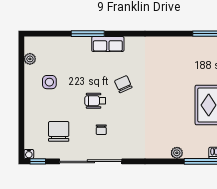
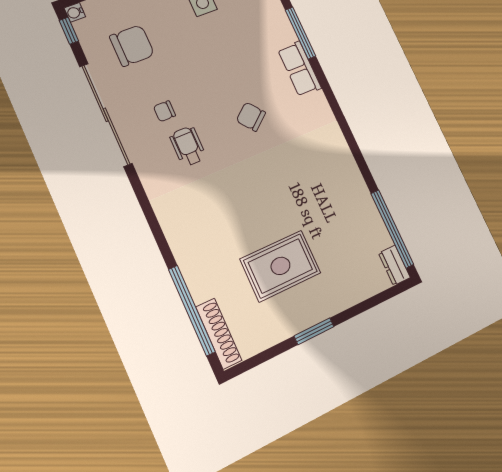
chair: (123, 84) -> (251, 117), turned -105
wheelchair: (95, 101) -> (188, 146), moved
plant: (177, 153) -> (181, 249), removed

